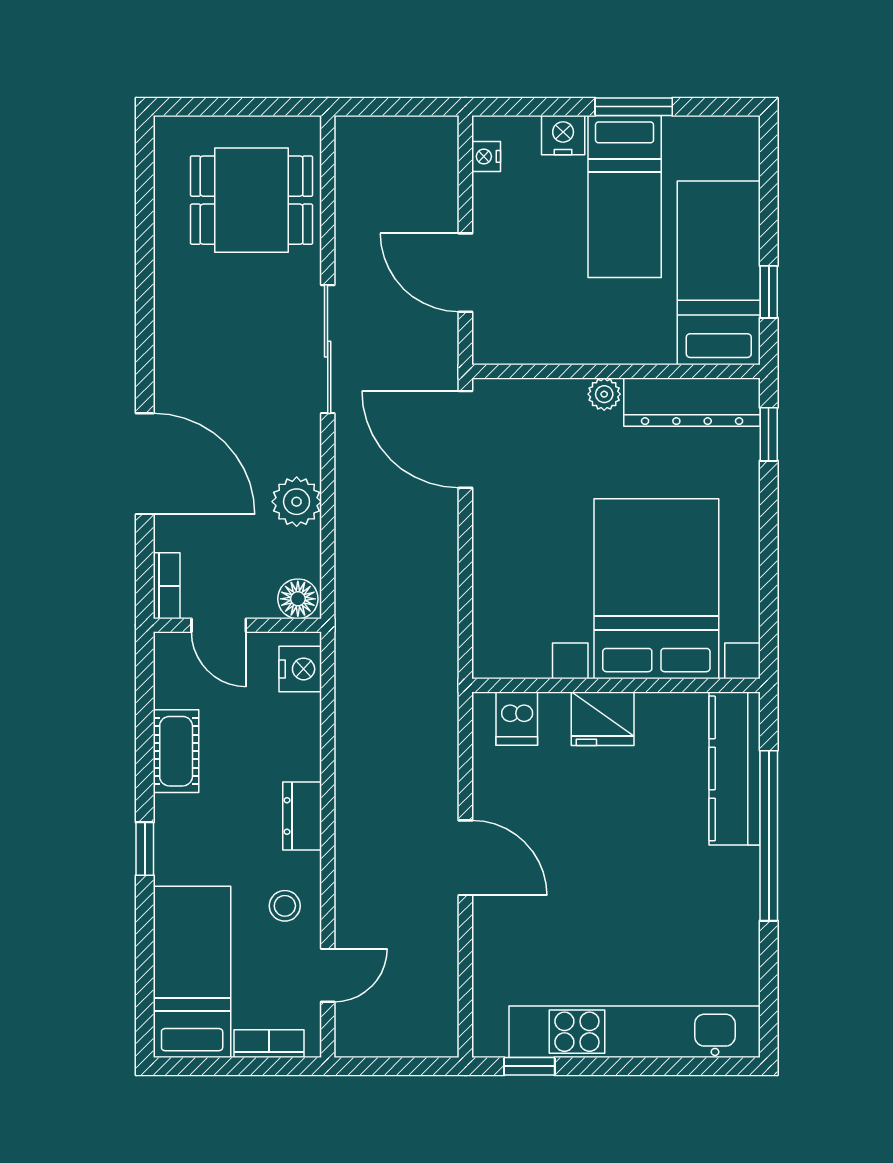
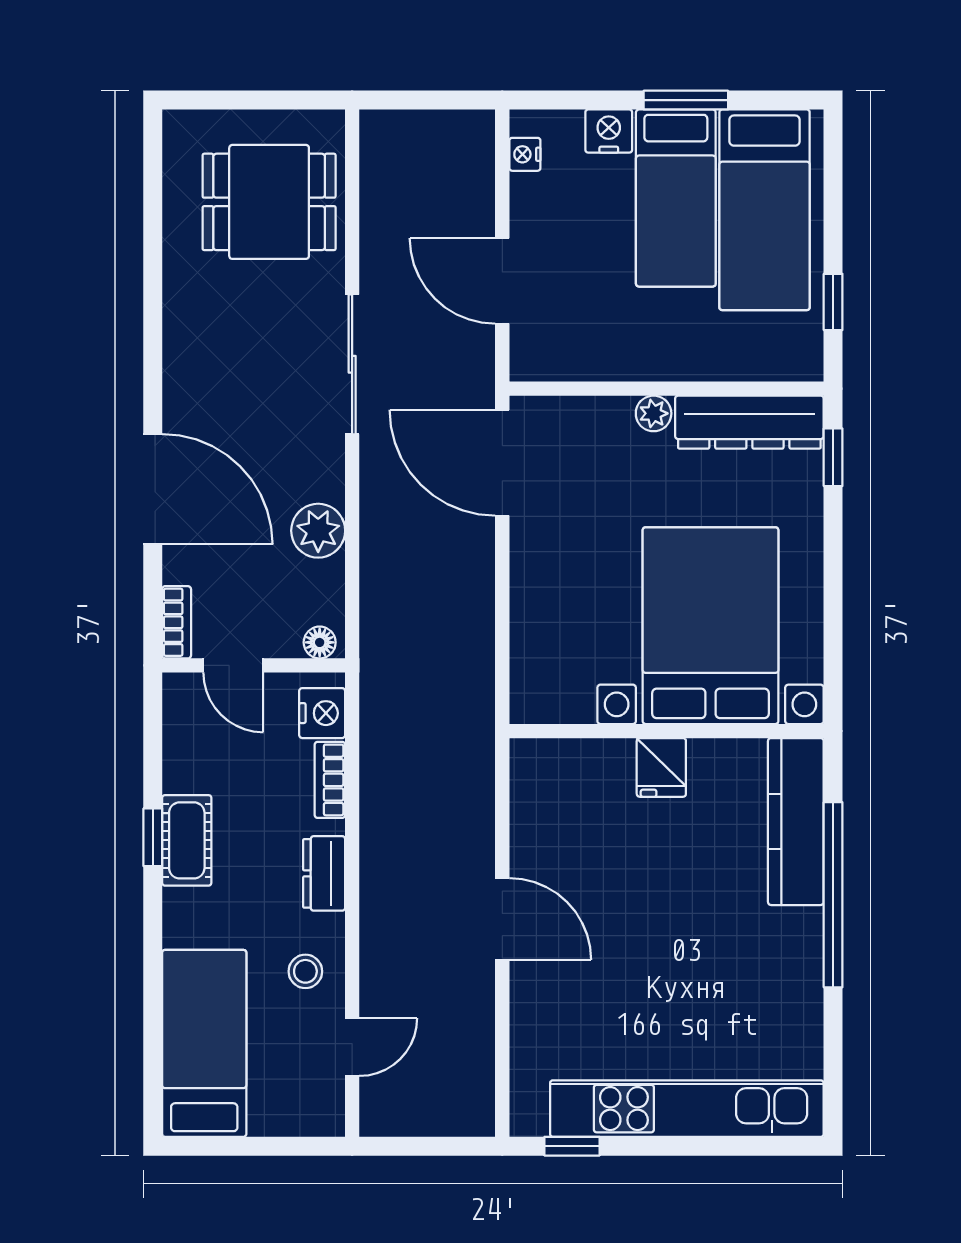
bed: (719, 273) -> (765, 210), moved, turned 180
floor lamp: (298, 599) -> (320, 642), width x0.73, depth x0.73
dishwasher: (517, 719) -> (558, 767), removed
fridge: (603, 719) -> (661, 767), width x0.72
cot: (176, 751) -> (187, 840), moved
window: (145, 849) -> (153, 837), moved
bookcase: (269, 1044) -> (330, 780), moved, turned -90

